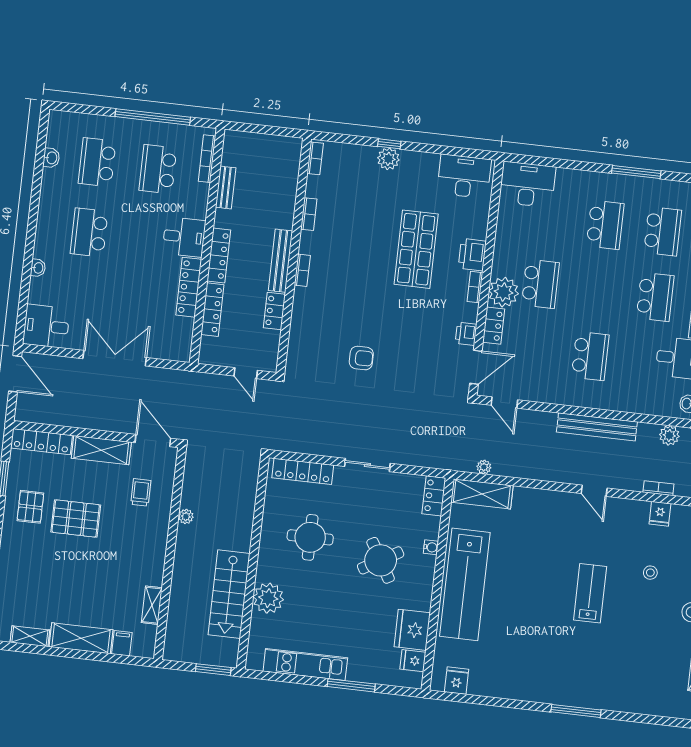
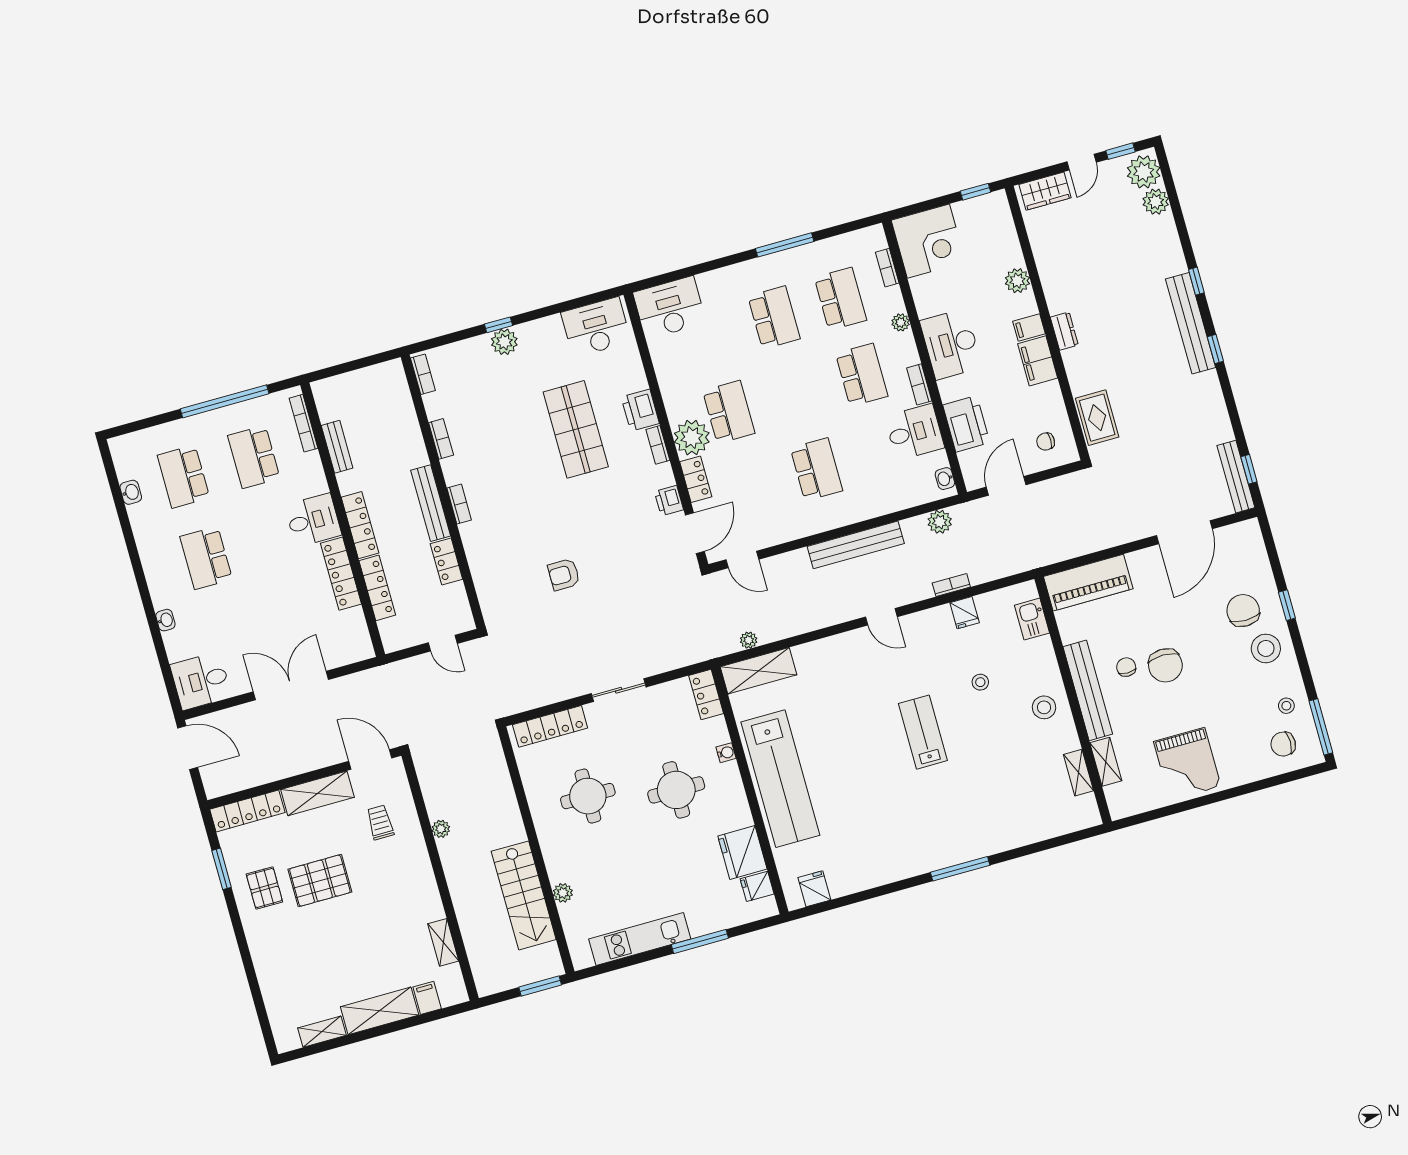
armchair: (361, 358) -> (564, 575), turned 180
round table: (381, 560) -> (676, 790), turned 30
plant: (268, 598) -> (563, 893), width x0.53, depth x0.53

